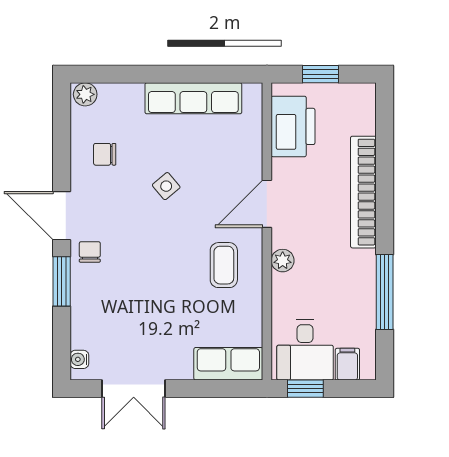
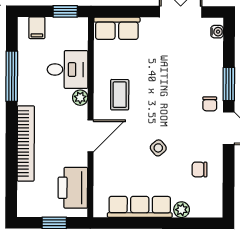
plant: (85, 94) -> (182, 210), moved
chair: (105, 154) -> (199, 169), turned 180
desk: (305, 350) -> (68, 70), moved, turned 90

